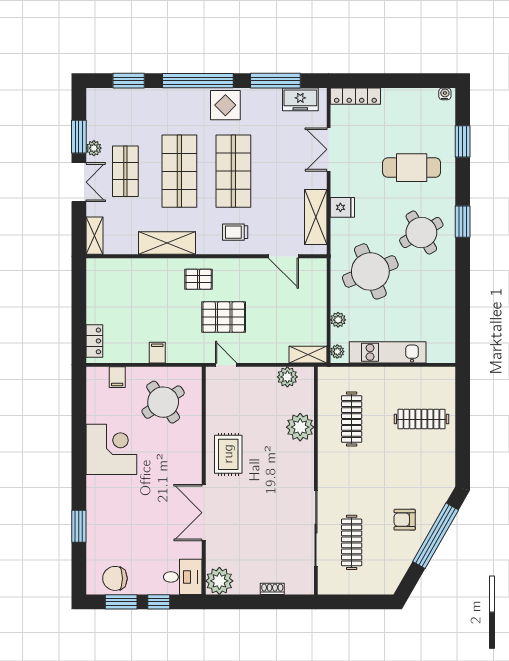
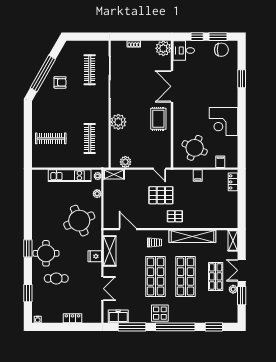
locker: (355, 96) -> (72, 318), moved, width x0.66
cafe table: (412, 168) -> (56, 278), width x0.73, depth x0.74
round table: (421, 233) -> (46, 253), moved, turned 30
shelving: (167, 243) -> (192, 236), width x1.47
round table: (163, 402) -> (195, 148), turned -33
plant: (300, 427) -> (118, 122), moved
double door: (204, 513) -> (172, 86), swing flipped

